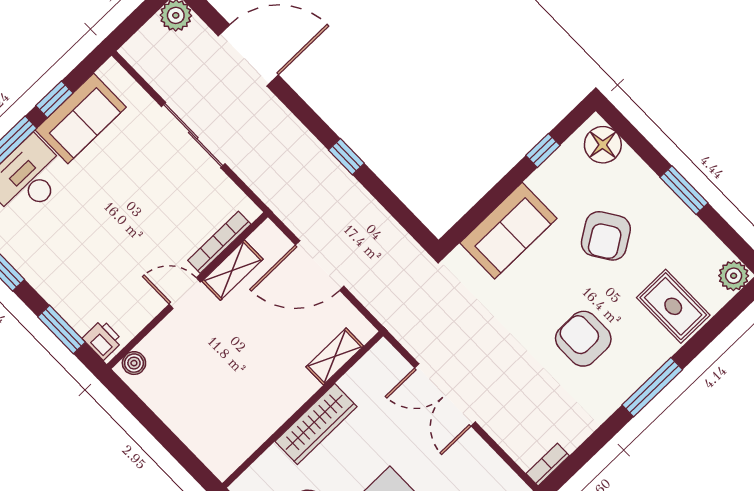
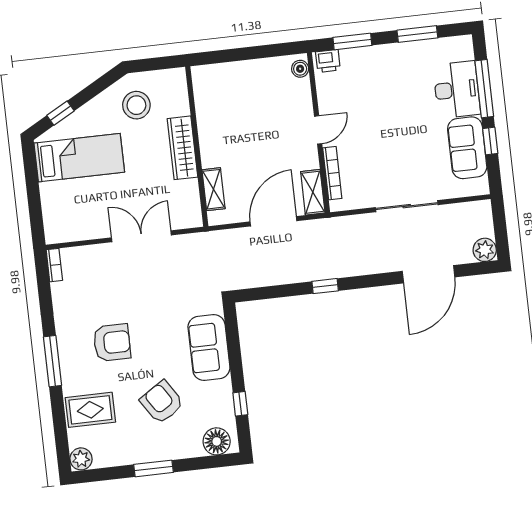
shelving: (232, 270) -> (313, 192), moved

